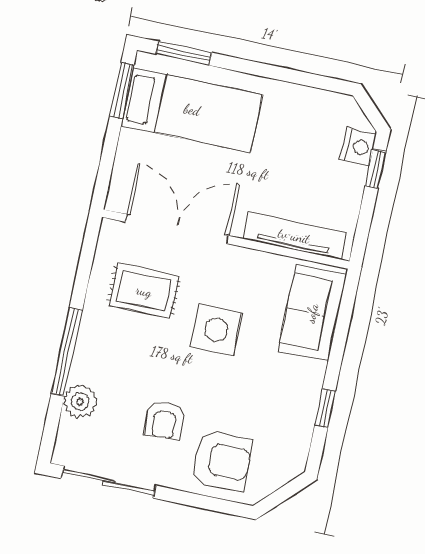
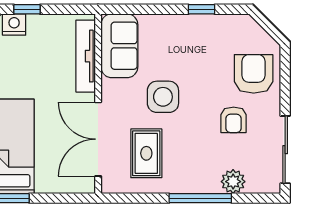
sofa: (312, 313) -> (119, 46), moved, turned -90
armchair: (164, 420) -> (234, 120), turned 93

